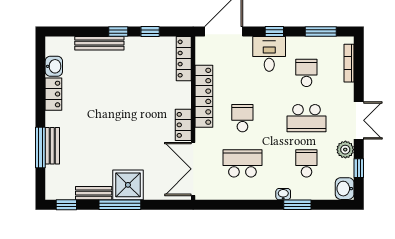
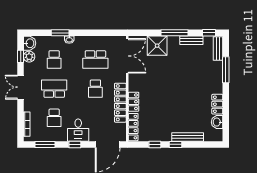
locker: (183, 125) -> (134, 102), moved
bench: (52, 146) -> (218, 49), moved
plant: (345, 150) -> (29, 57), moved
shower: (128, 185) -> (157, 46), moved

